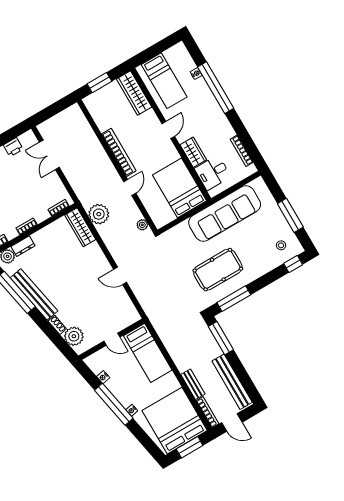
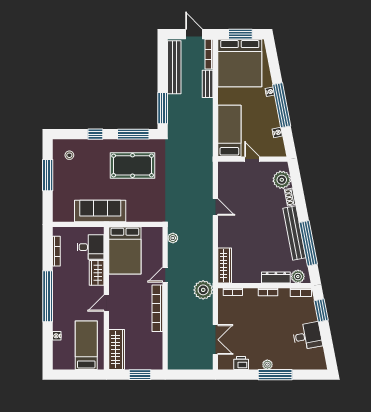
window: (216, 88) -> (48, 296), moved
sofa: (225, 213) -> (100, 211), width x0.74, depth x0.79
plant: (99, 214) -> (203, 290), moved
dresser: (23, 246) -> (276, 278), width x1.44
window: (293, 264) -> (95, 134), moved

